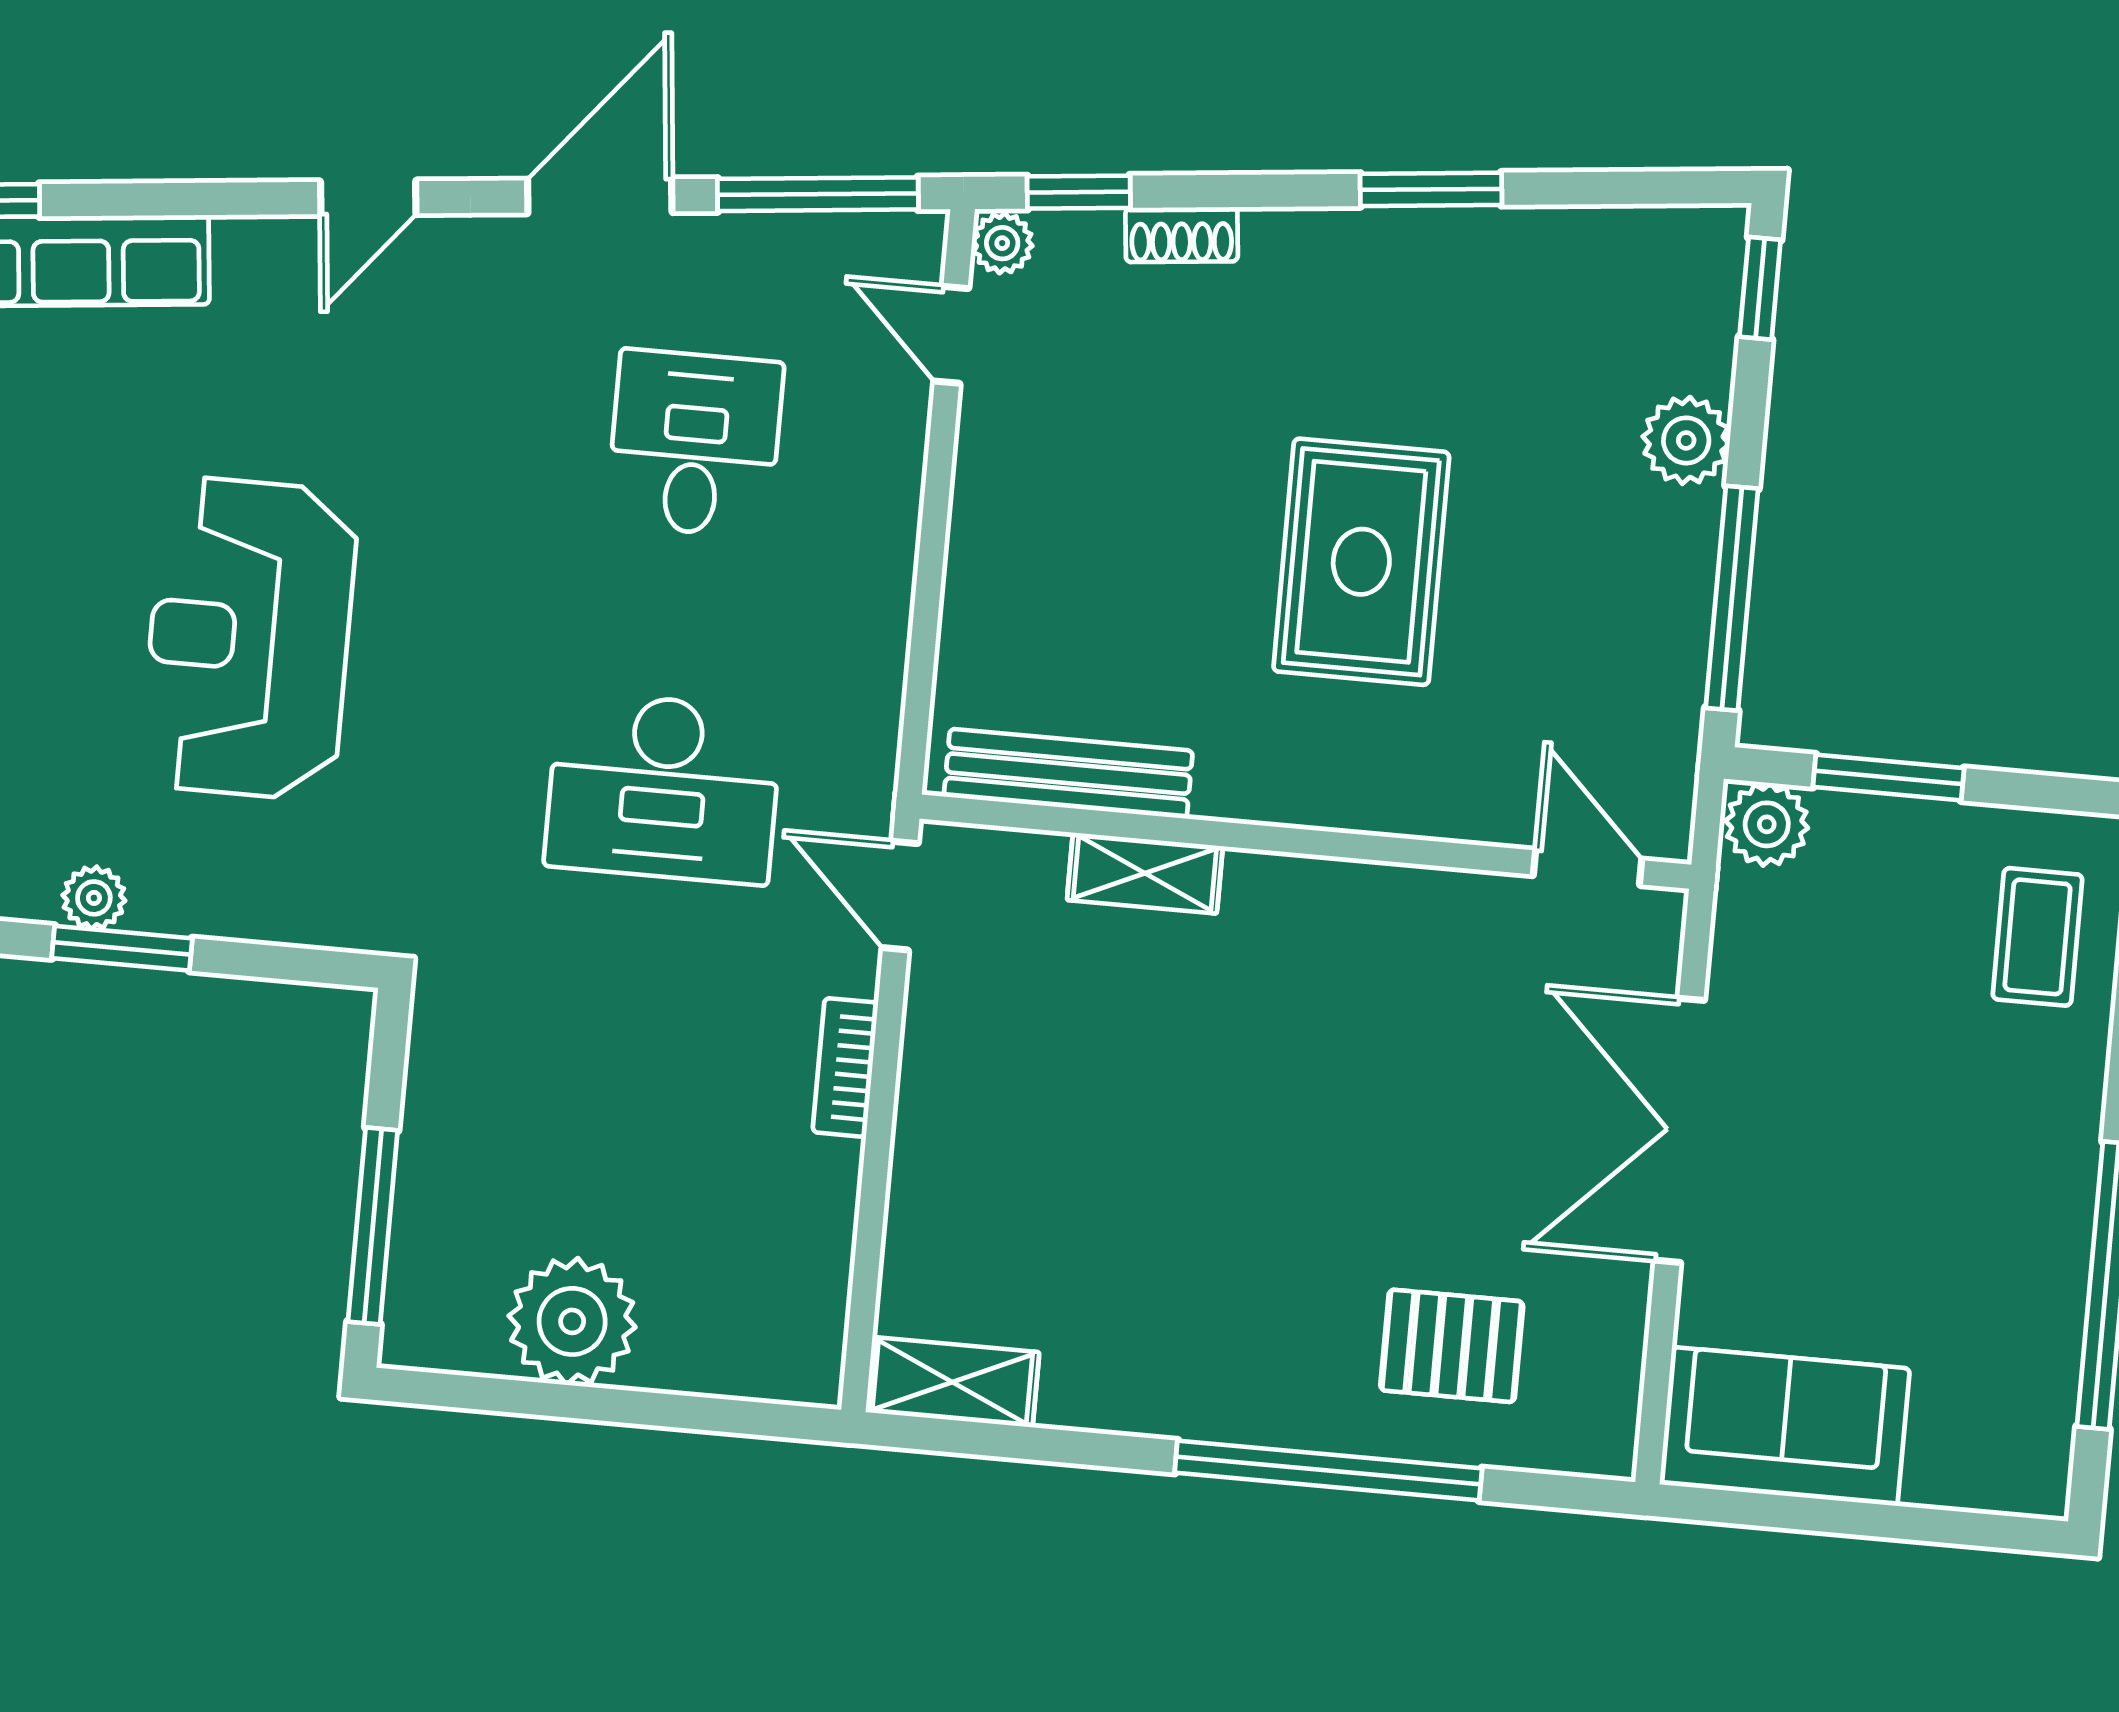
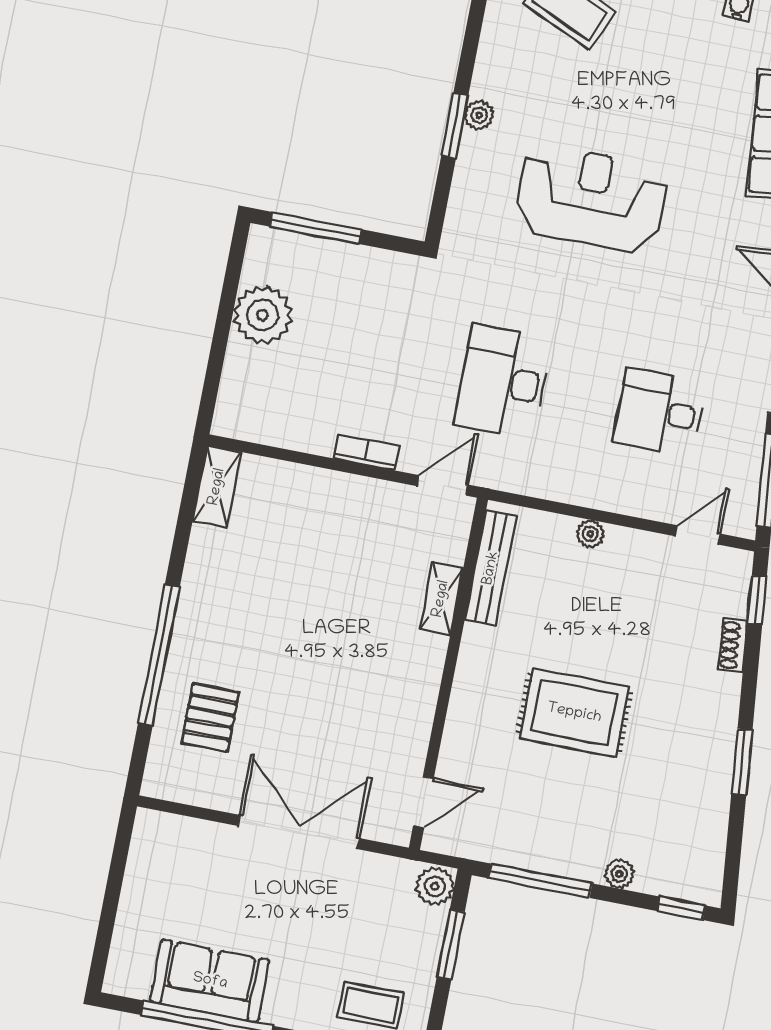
plant: (1002, 243) -> (590, 534), moved
plant: (1686, 440) -> (619, 874), width x0.73, depth x0.73
desk: (695, 443) -> (660, 412), turned 180
sofa: (1785, 1426) -> (210, 981), moved, turned -90

